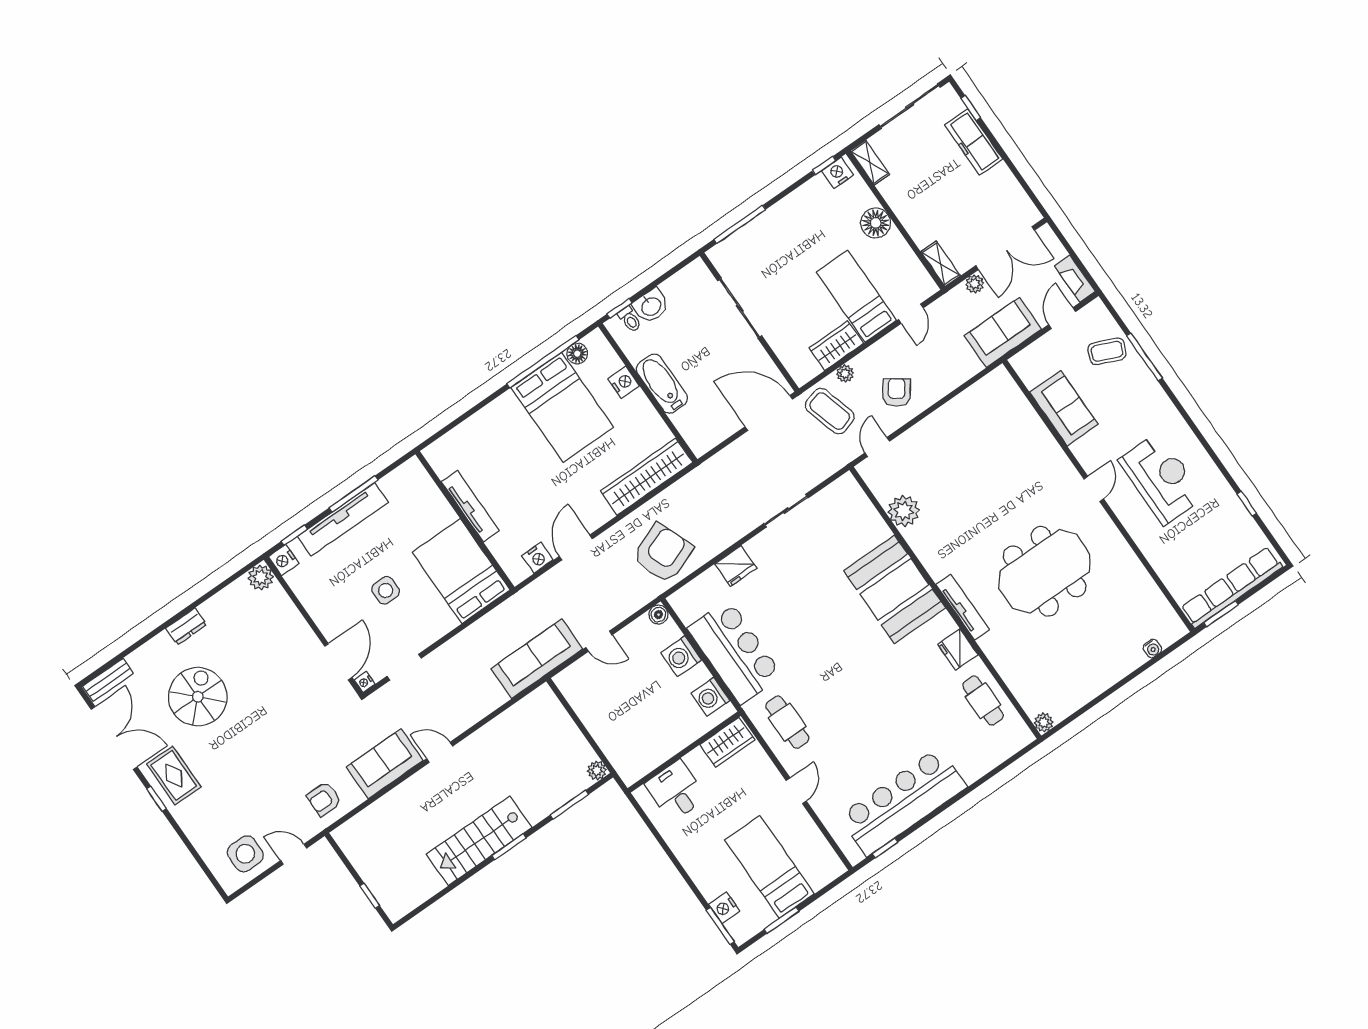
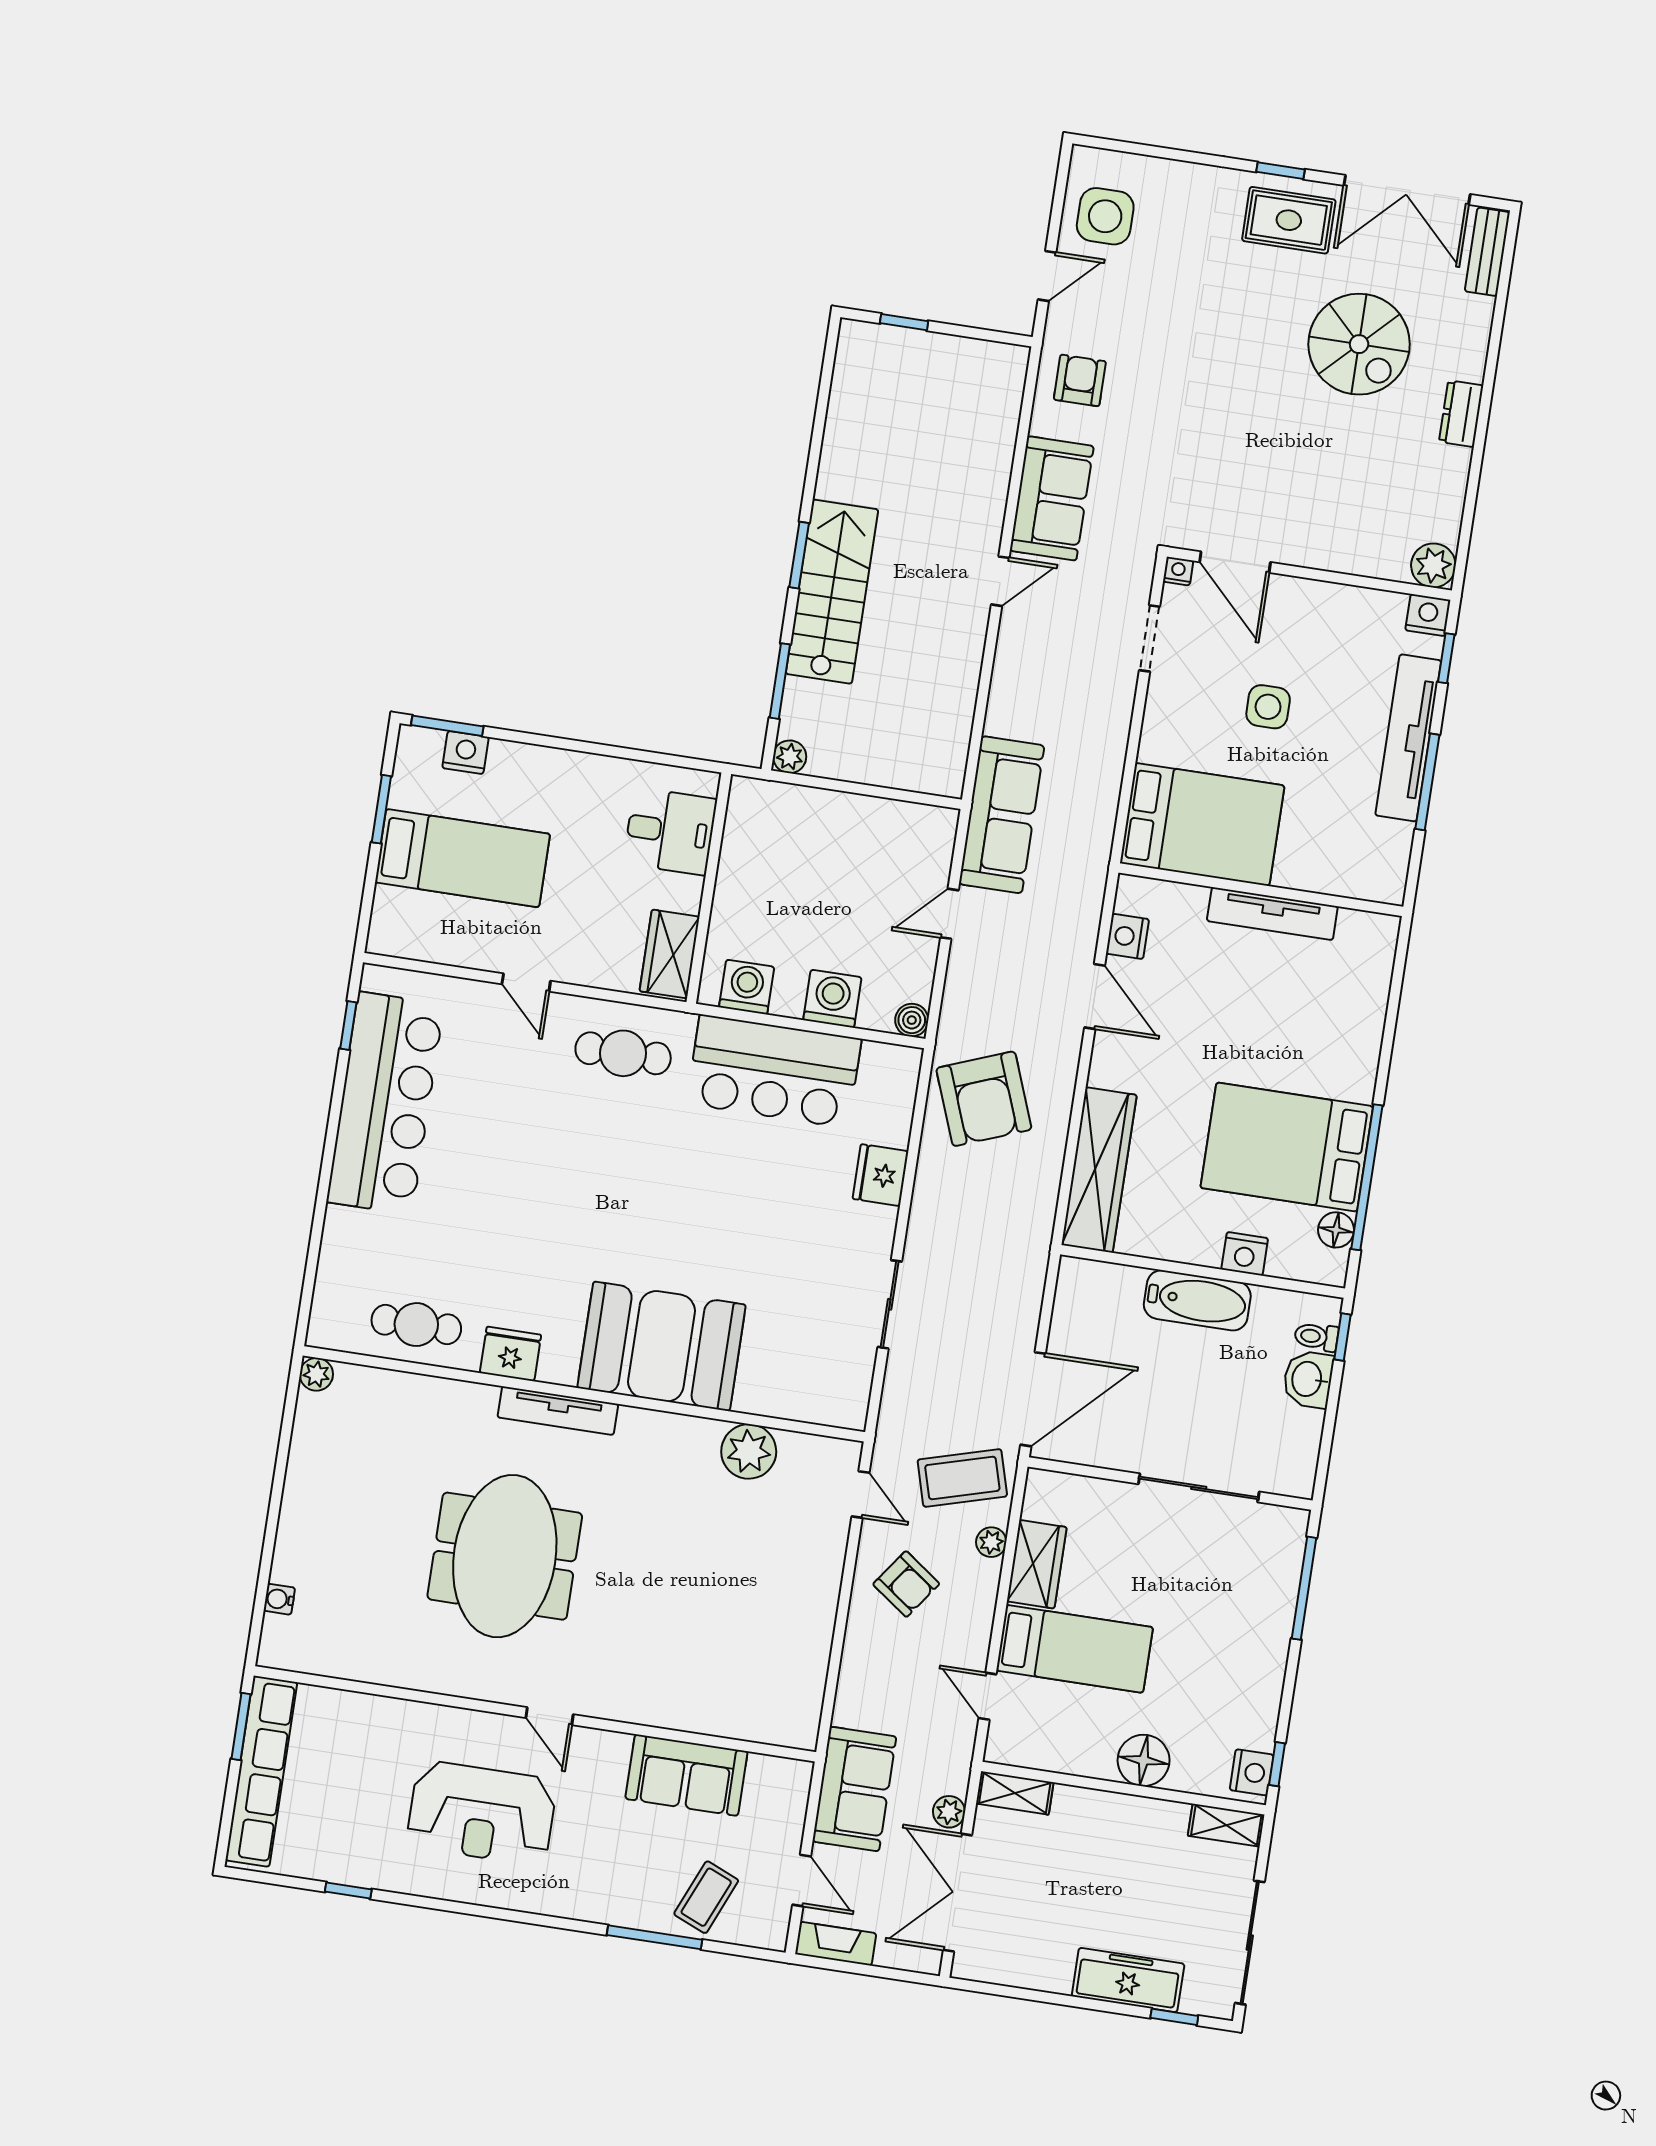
stairs: (479, 841) -> (832, 592), moved

